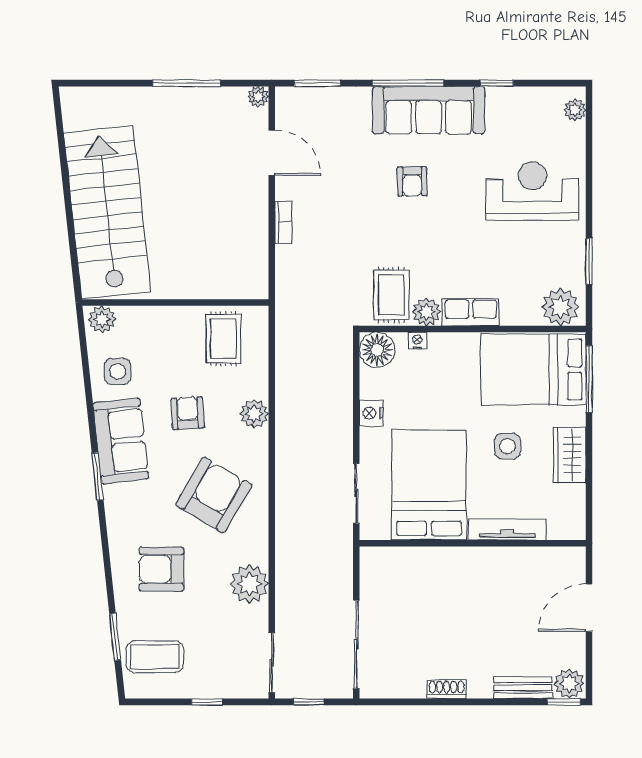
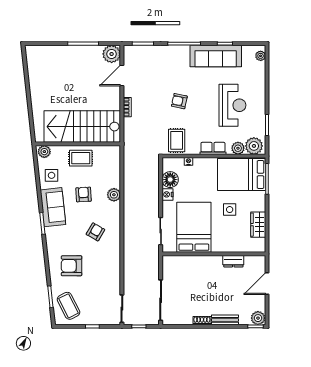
plant: (258, 97) -> (112, 54), width x1.88, depth x1.88
sofa: (429, 110) -> (216, 56), moved
door: (272, 153) -> (122, 75), swing flipped
armchair: (412, 181) -> (179, 101), moved, turned 103
reception desk: (532, 191) -> (232, 105), moved, turned 90
stairs: (107, 212) -> (82, 127), moved, turned -84
plant: (426, 312) -> (238, 148), moved
rug: (223, 339) -> (81, 158), moved, turned 90
floor lamp: (377, 350) -> (170, 180), moved
wardrobe: (570, 455) -> (258, 225), moved
armchair: (214, 495) -> (95, 232), width x0.53, depth x0.53
tv unit: (507, 529) -> (230, 248), removed
dresser: (515, 559) -> (233, 261), added
plant: (249, 584) -> (112, 273), removed
coffee table: (155, 657) -> (68, 306), turned 63
bench: (523, 688) -> (225, 320), moved

